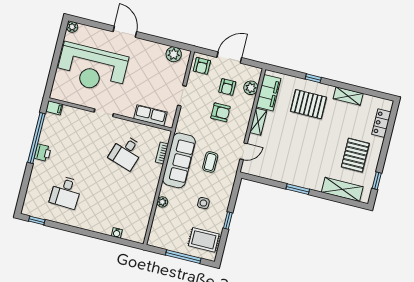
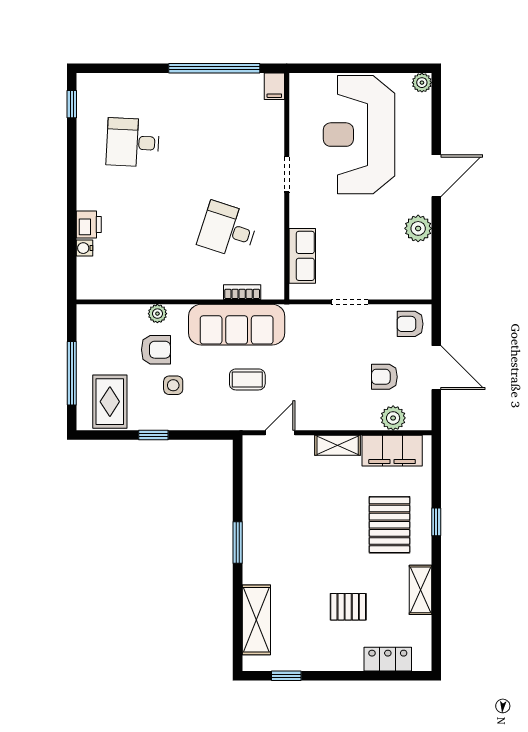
plant: (174, 54) -> (418, 228), moved
armchair: (220, 112) -> (156, 350), moved, turned -90
door: (244, 151) -> (280, 433), swing flipped
printer: (43, 153) -> (89, 224), moved, turned -90
pallet: (355, 155) -> (348, 607), moved, width x0.67, depth x0.71

